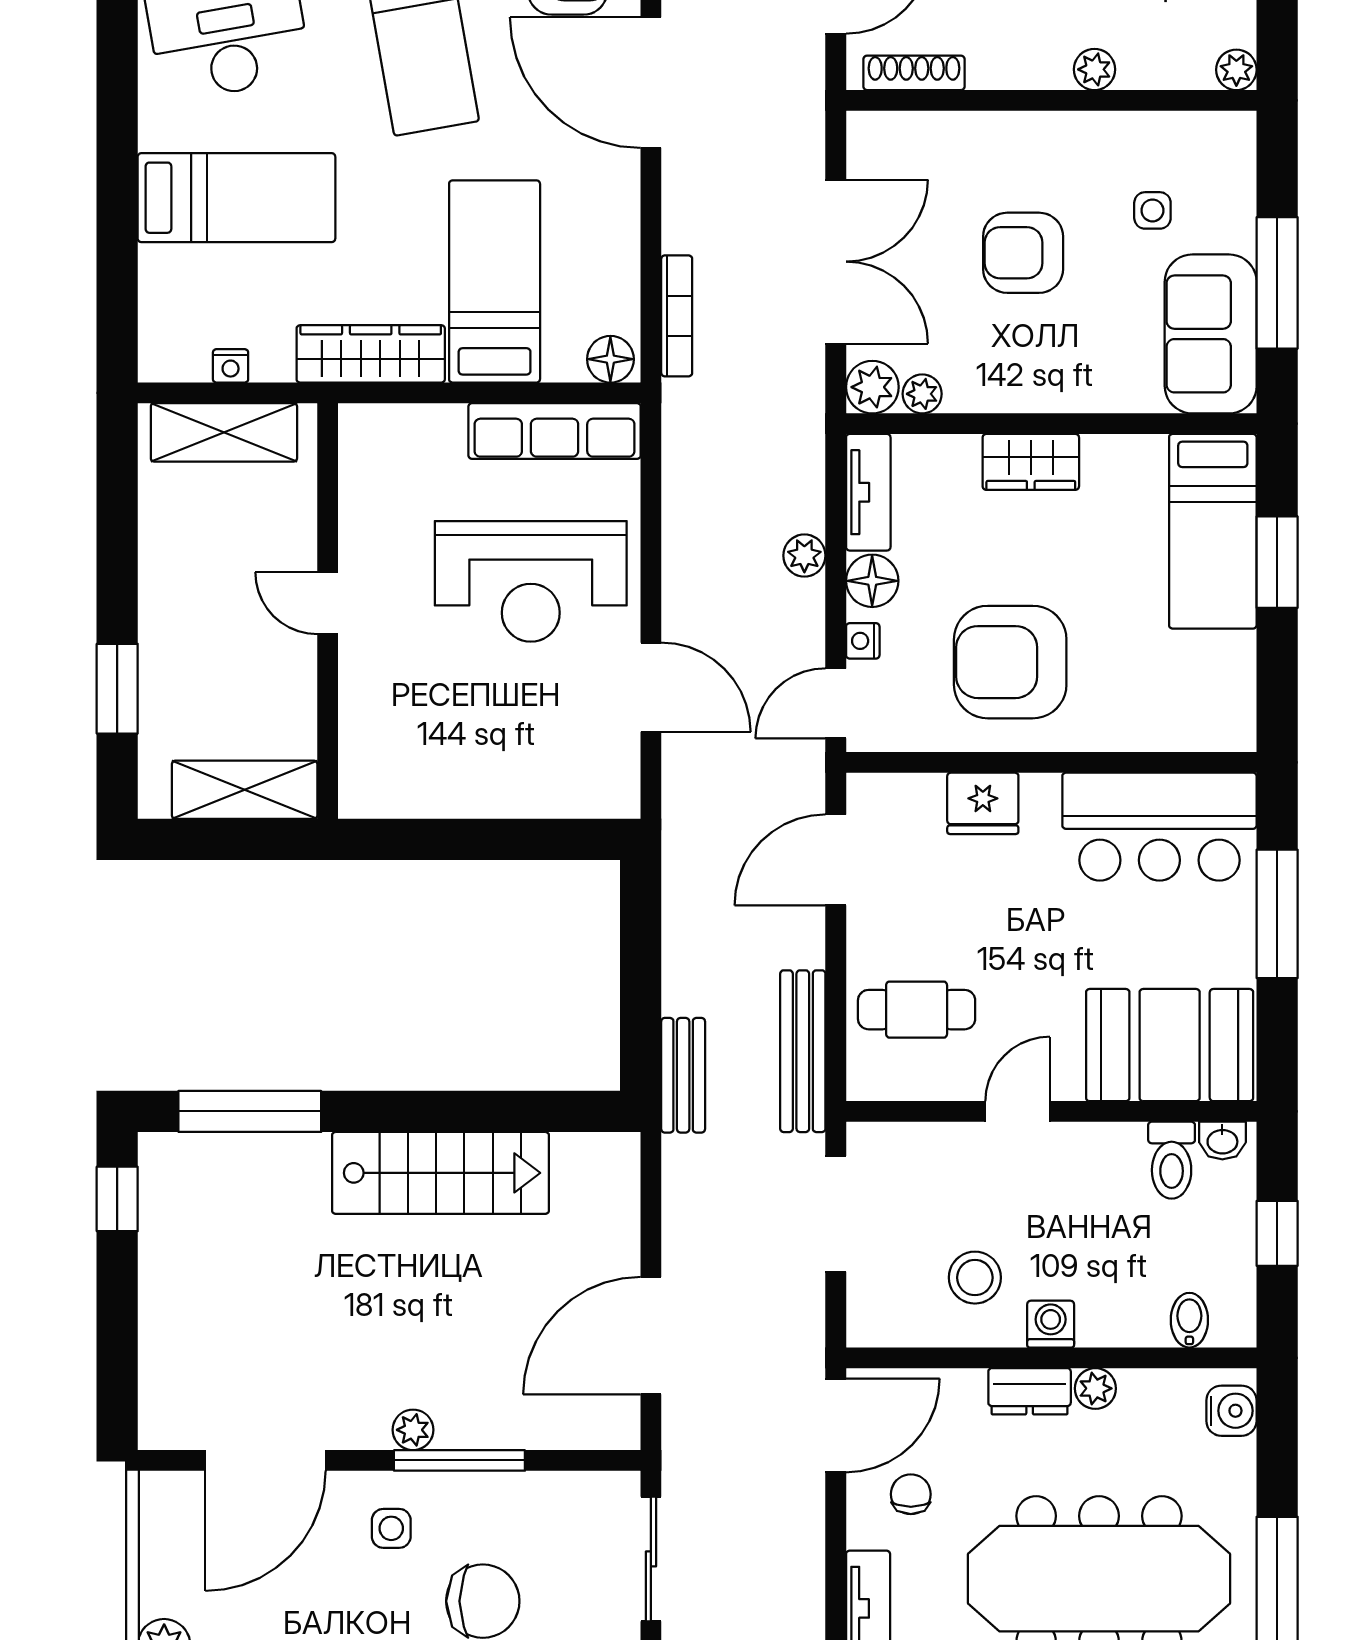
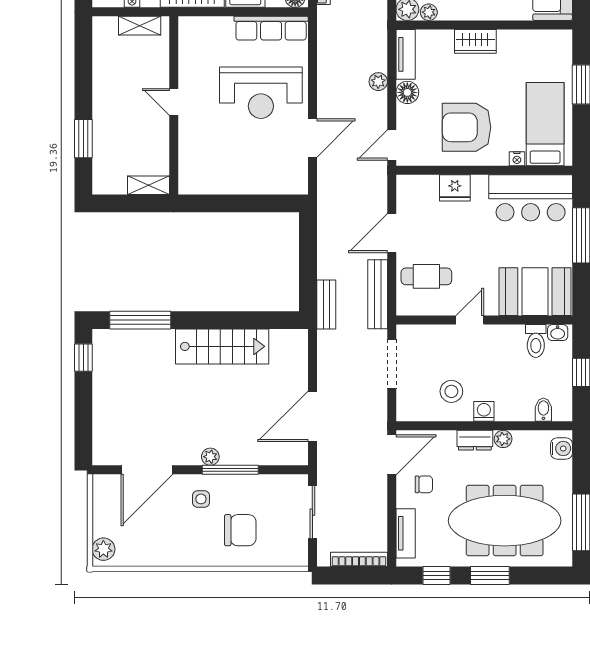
shelving: (224, 432) -> (140, 26), width x0.67, depth x0.75
bed: (1213, 531) -> (545, 124), moved, turned 180
nightstand: (863, 641) -> (517, 159), moved, turned -90
door: (651, 687) -> (312, 138), hinge flipped
shelving: (245, 790) -> (148, 185), width x0.67, depth x0.75
door: (836, 860) -> (392, 233), moved
chair: (911, 1494) -> (424, 484), turned 90

